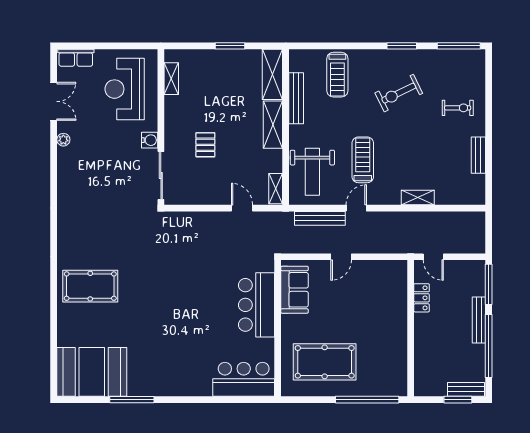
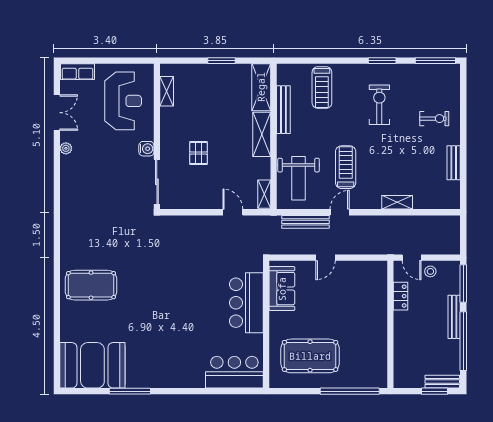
reception desk: (125, 89) -> (123, 101), turned 180
exercise bike: (399, 93) -> (379, 105), turned 116
stool: (453, 271) -> (430, 271), added

